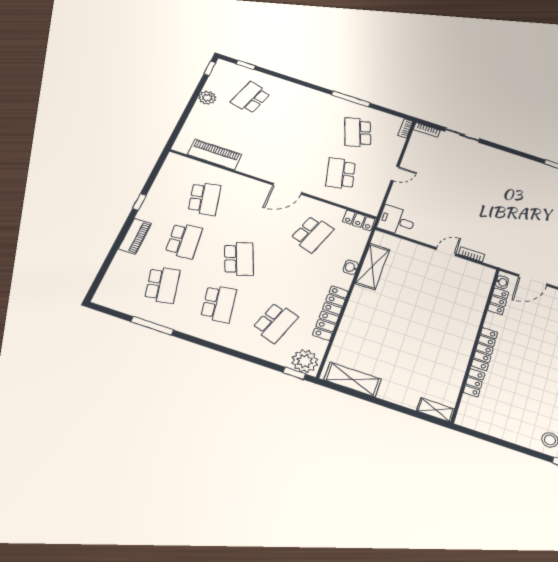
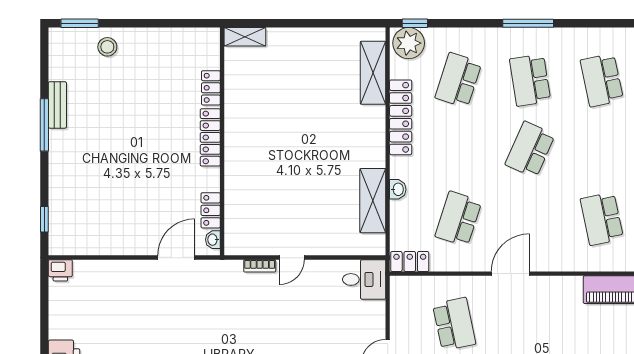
school desk: (184, 241) -> (602, 149), removed
school desk: (239, 259) -> (530, 149), turned 45
window: (152, 326) -> (528, 23), moved
shelving: (353, 379) -> (373, 73), moved, turned 90

